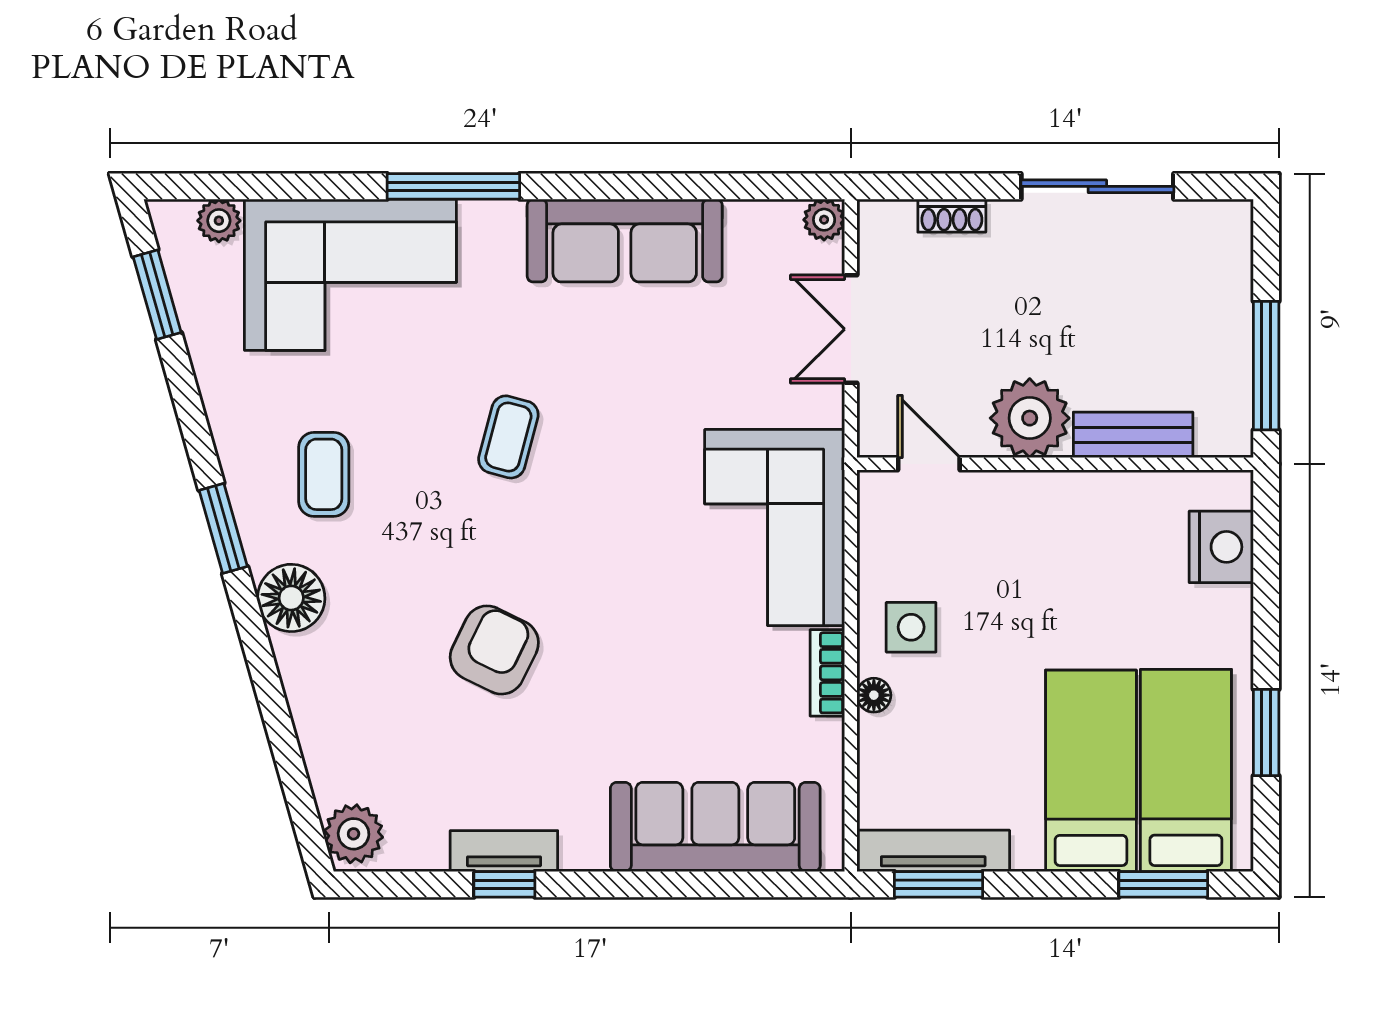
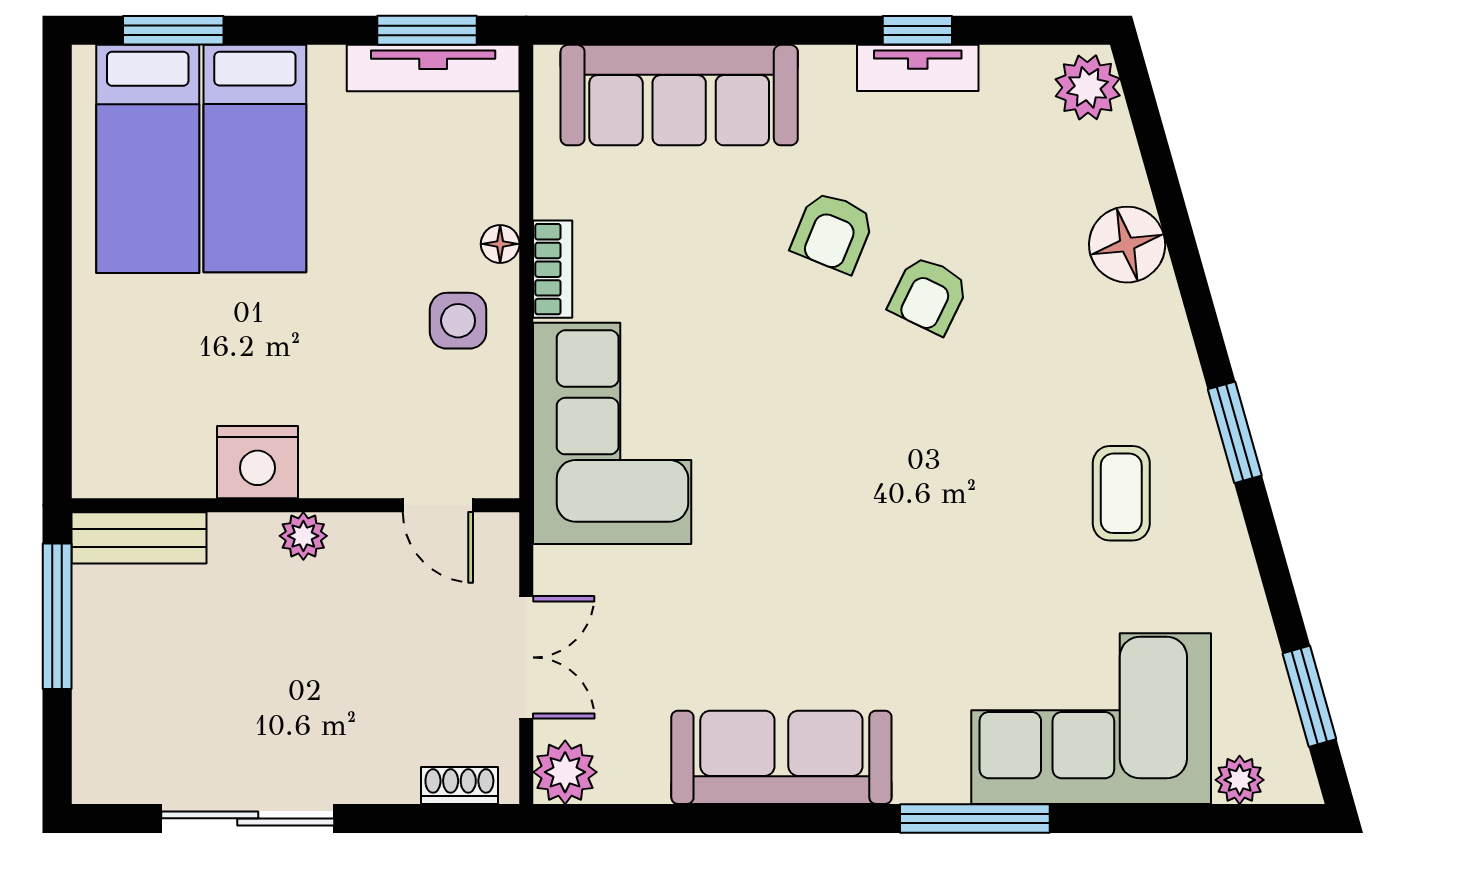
shoe rack: (952, 216) -> (459, 785), moved
plant: (824, 220) -> (565, 772), width x1.38, depth x1.38
plant: (1030, 418) -> (303, 536), width x0.53, depth x0.53
bench: (1133, 435) -> (139, 538), moved
coffee table: (508, 437) -> (913, 536), removed
nightstand: (1221, 547) -> (257, 462), moved, turned -90
floor lamp: (291, 598) -> (1127, 245), moved
armchair: (494, 650) -> (929, 295), width x0.72, depth x0.72
armchair: (579, 706) -> (833, 232), added
window: (1266, 732) -> (57, 202), removed

